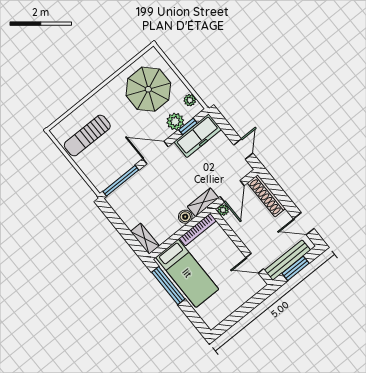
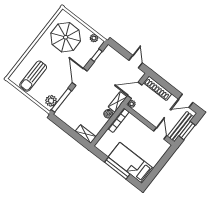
plant: (175, 121) -> (51, 101), moved
freezer: (198, 136) -> (104, 60), removed
door: (156, 153) -> (80, 77), hinge flipped
door: (232, 191) -> (135, 90), swing flipped
door: (255, 263) -> (160, 133), swing flipped
bed: (187, 273) -> (131, 163), moved, turned 180
window: (168, 286) -> (117, 168), moved

